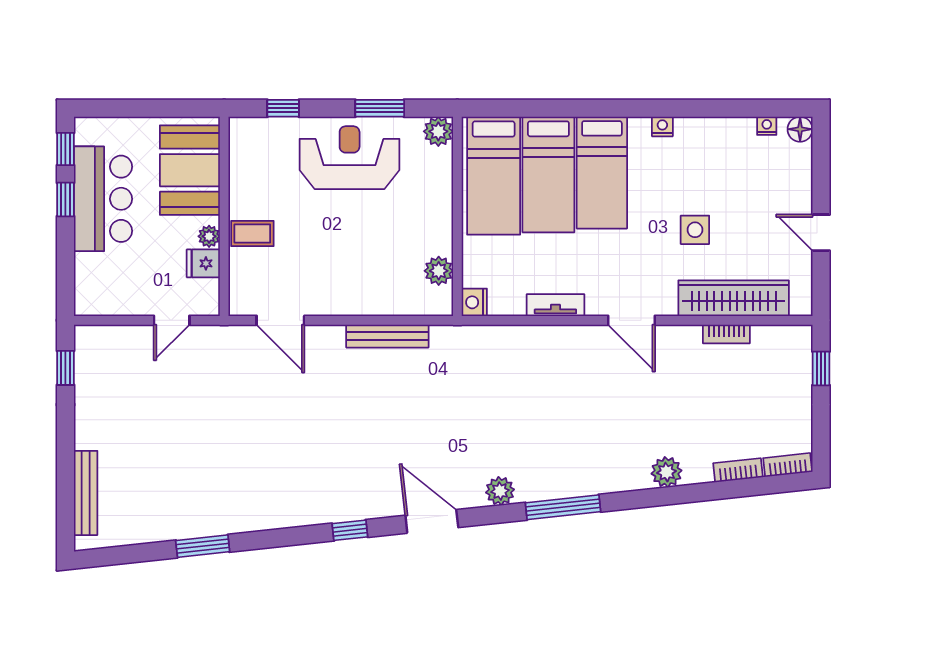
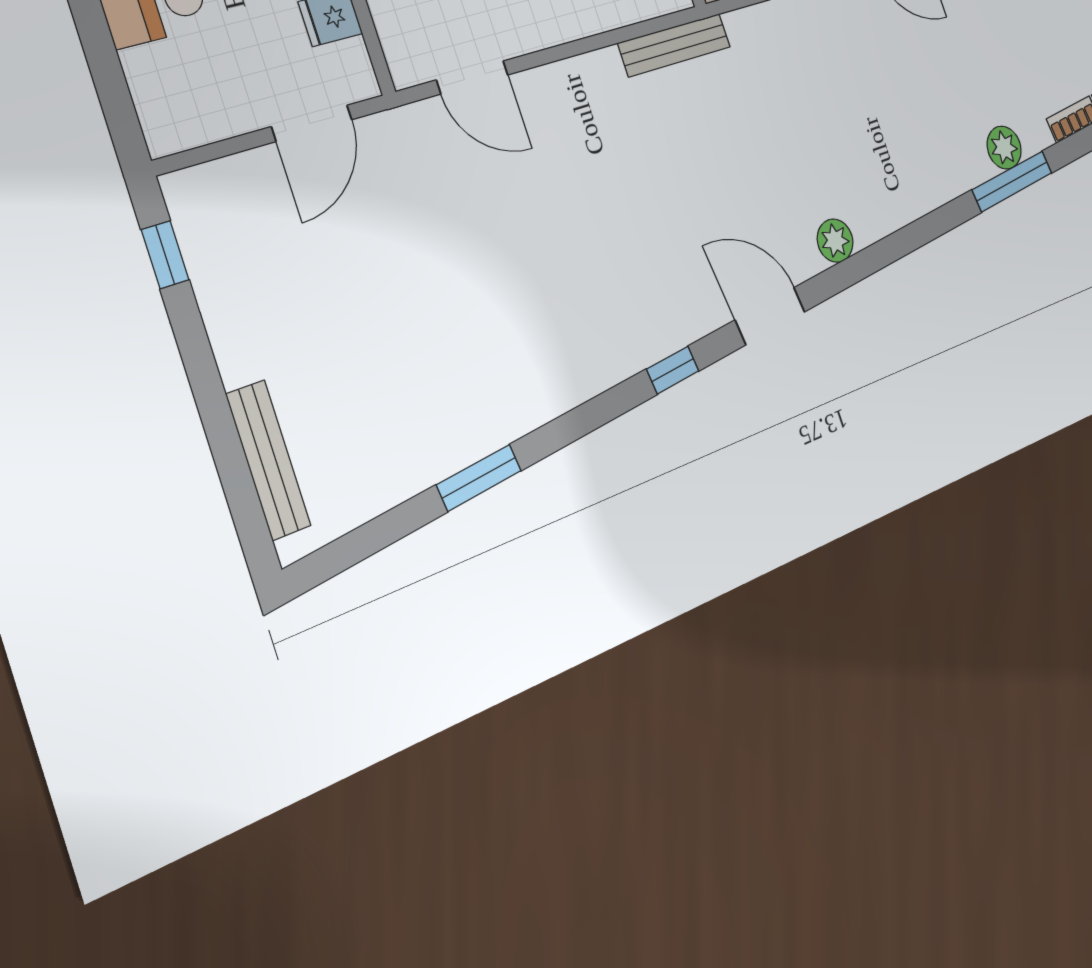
door: (172, 320) -> (312, 123), width x1.38
bench: (387, 336) -> (674, 45), moved
window: (563, 507) -> (1012, 181), moved

